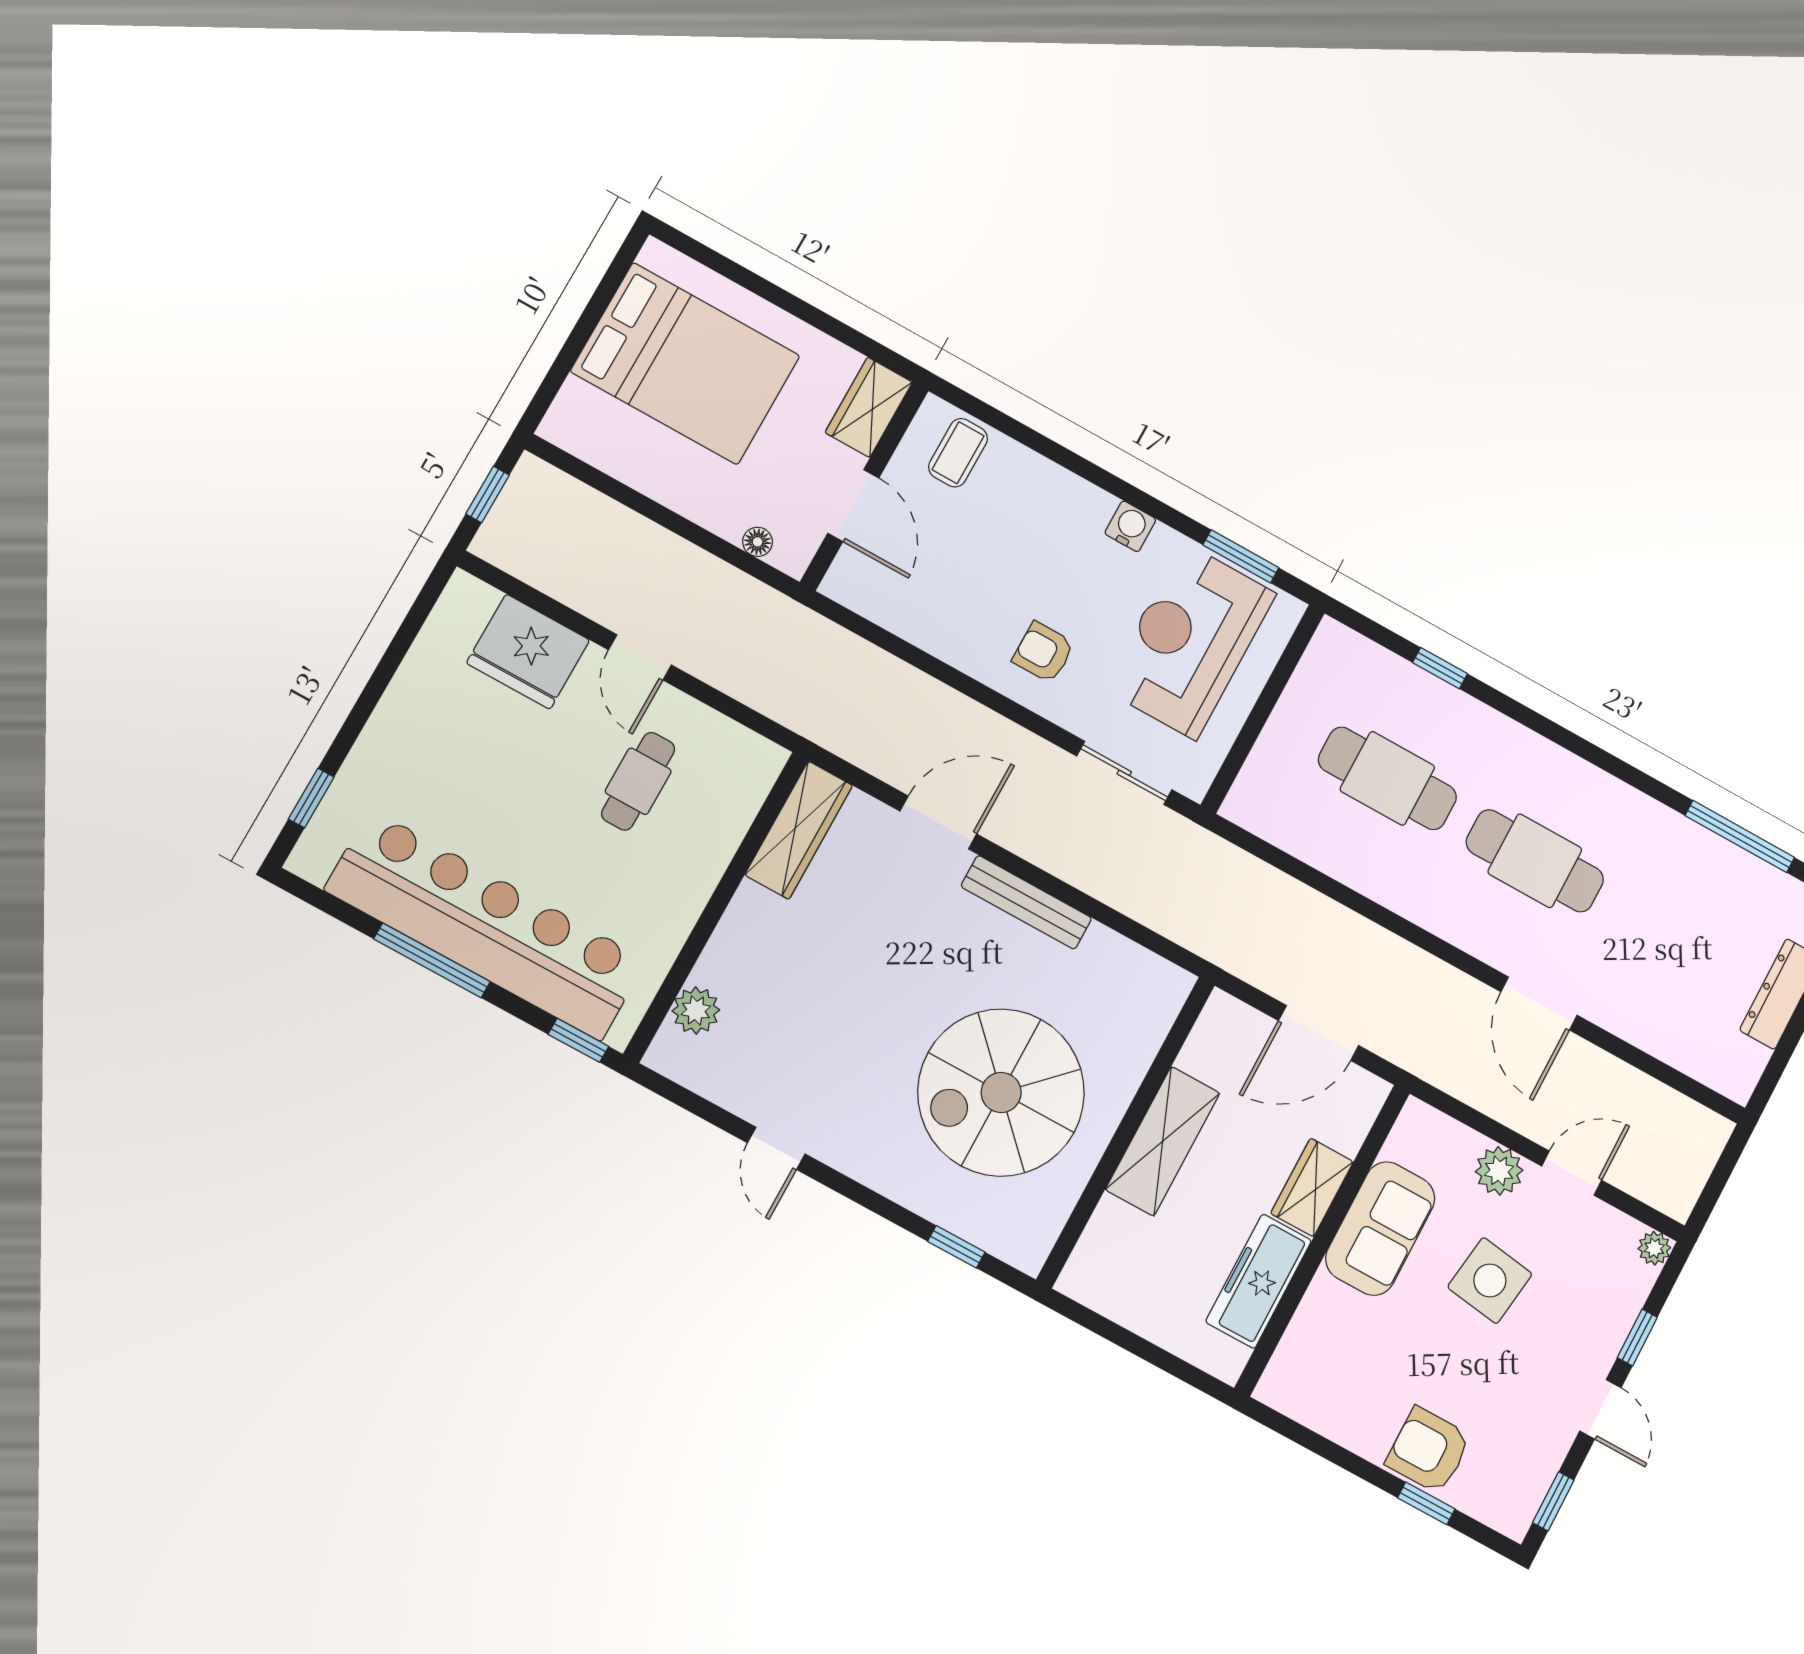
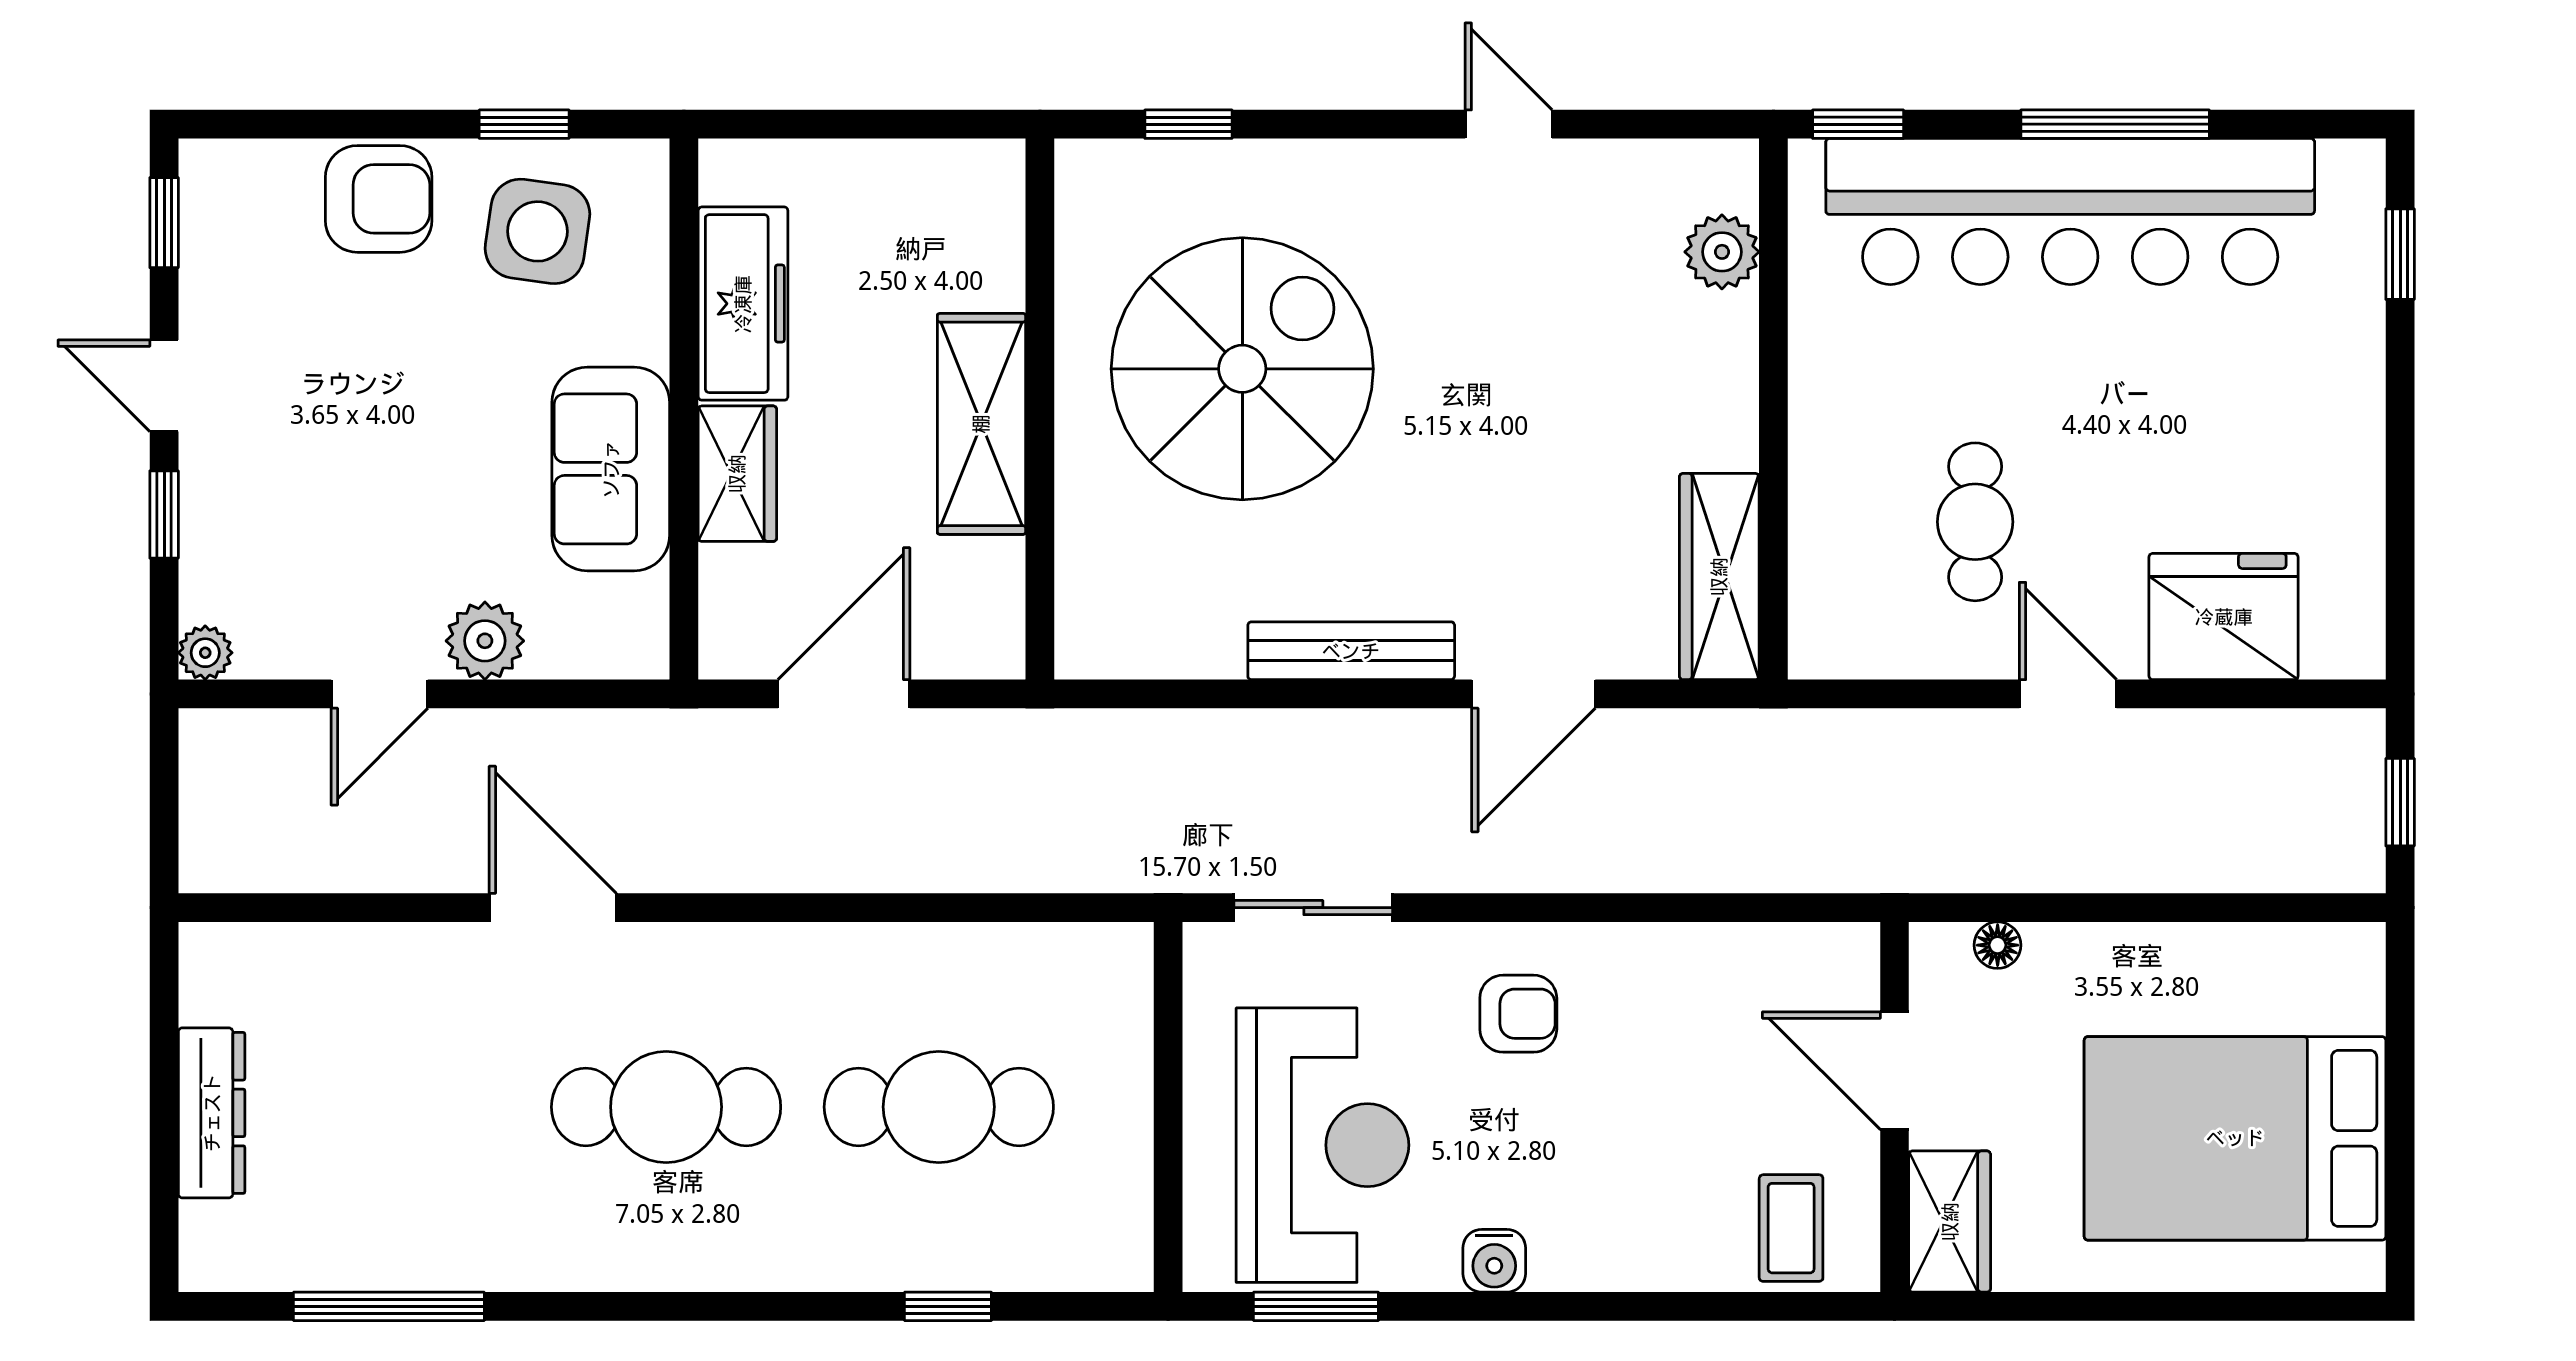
side table: (1490, 1281) -> (537, 231), moved
window: (1426, 1503) -> (524, 124), moved

